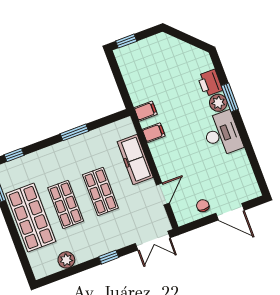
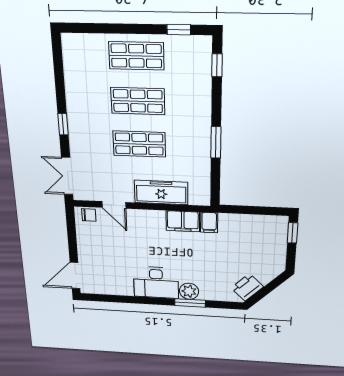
printer: (210, 83) -> (247, 287), moved, turned -45
filing cabinet: (154, 133) -> (183, 221), width x2.00
chair: (203, 206) -> (89, 215), moved
door: (230, 212) -> (75, 276), moved
shop shelf: (31, 217) -> (136, 56), width x0.70, depth x0.74
plant: (66, 260) -> (74, 77), removed

